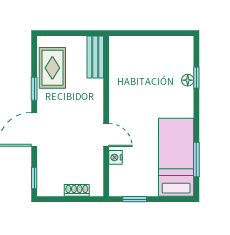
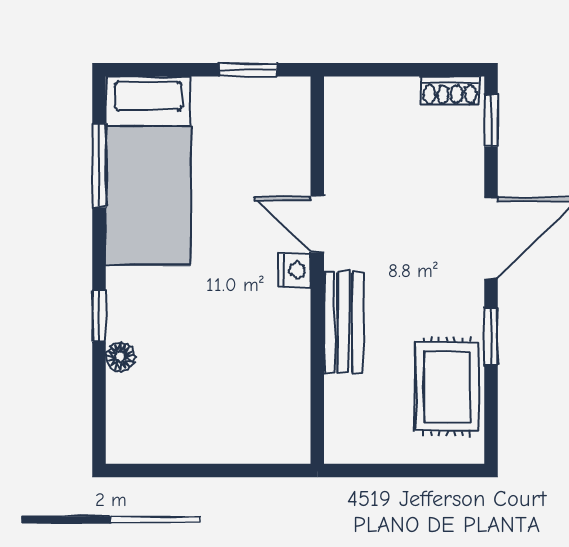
bench: (95, 57) -> (343, 323), moved
window: (196, 78) -> (99, 316), moved
nightstand: (115, 157) -> (295, 270), moved
shoe rack: (77, 190) -> (450, 91), moved

